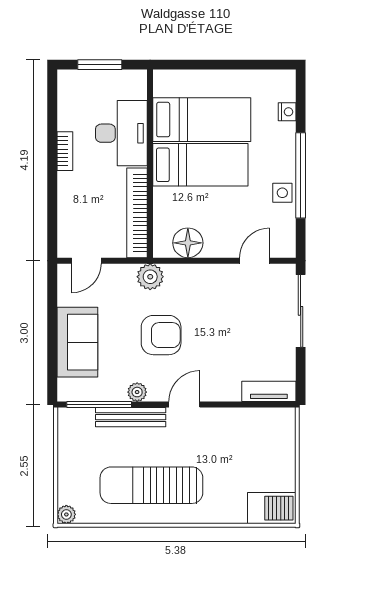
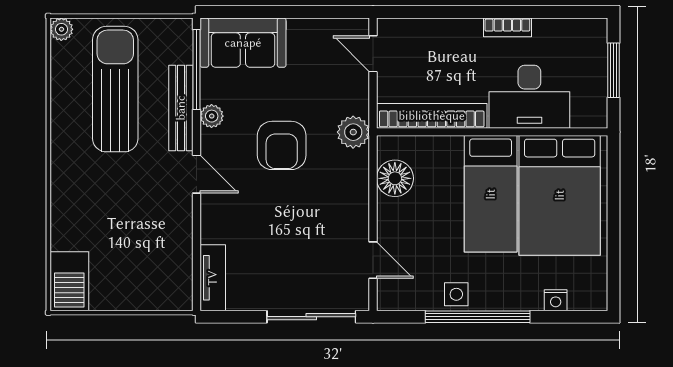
bed: (202, 120) -> (560, 195), width x1.50
sofa: (77, 342) -> (243, 43), moved
sun lounger: (151, 485) -> (115, 89), moved

